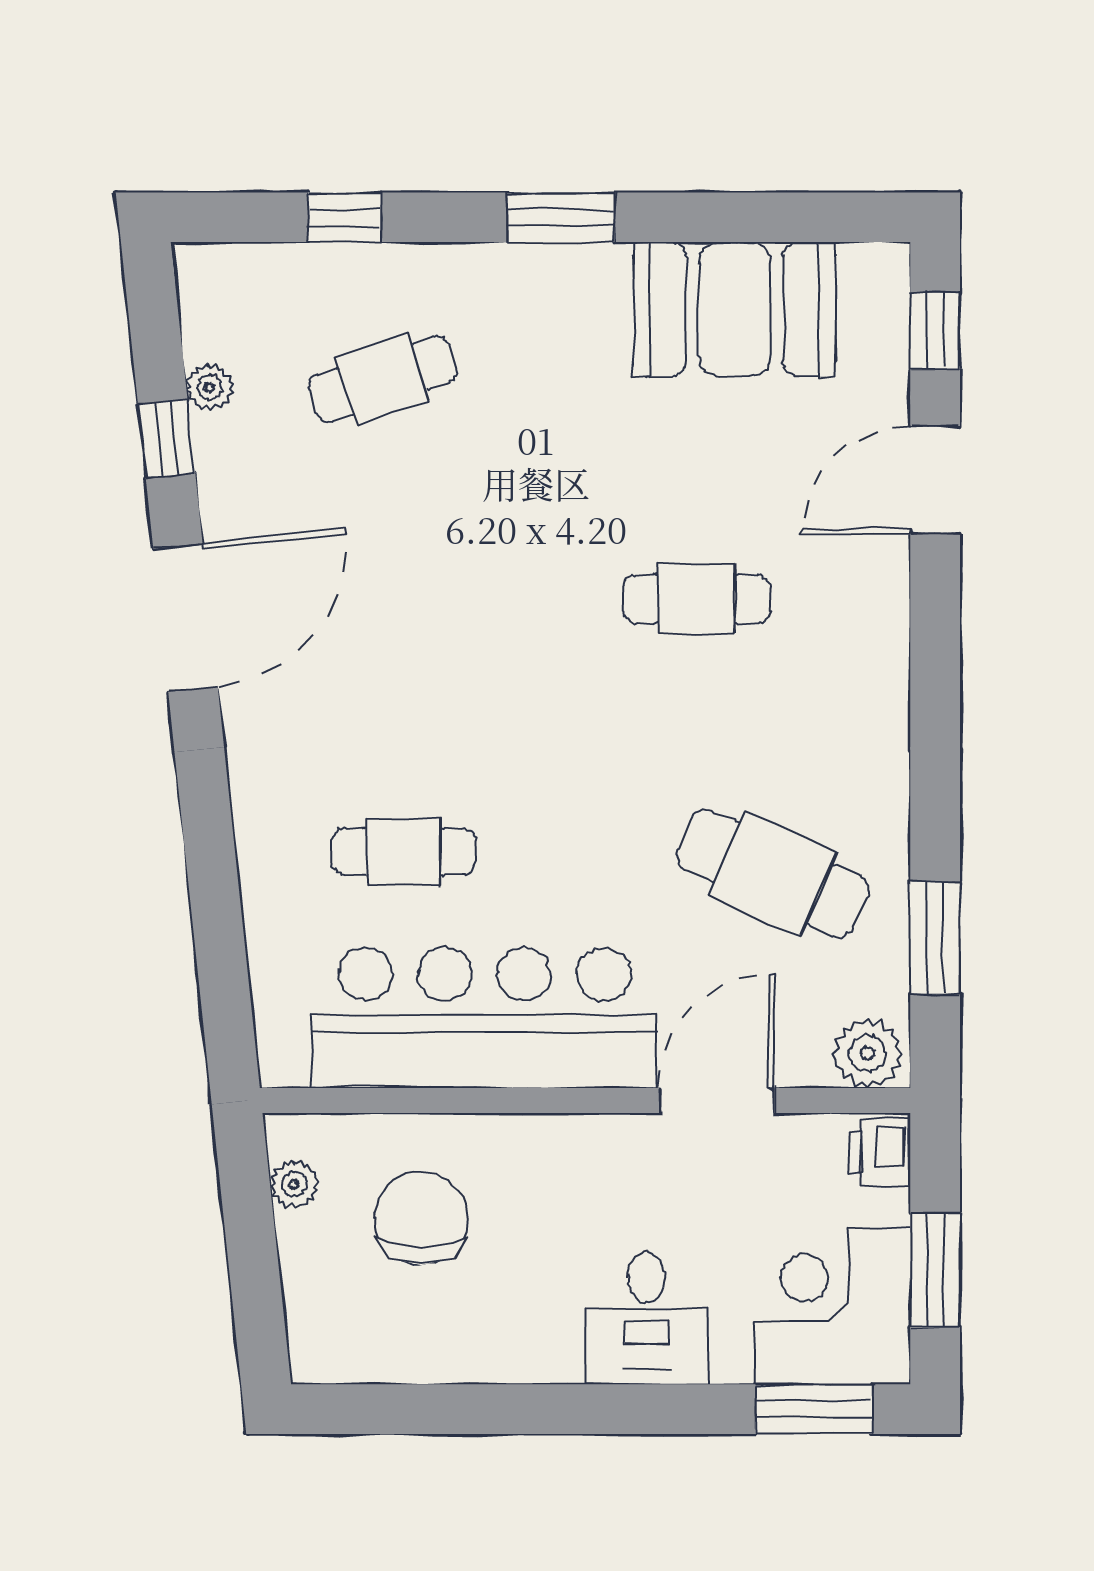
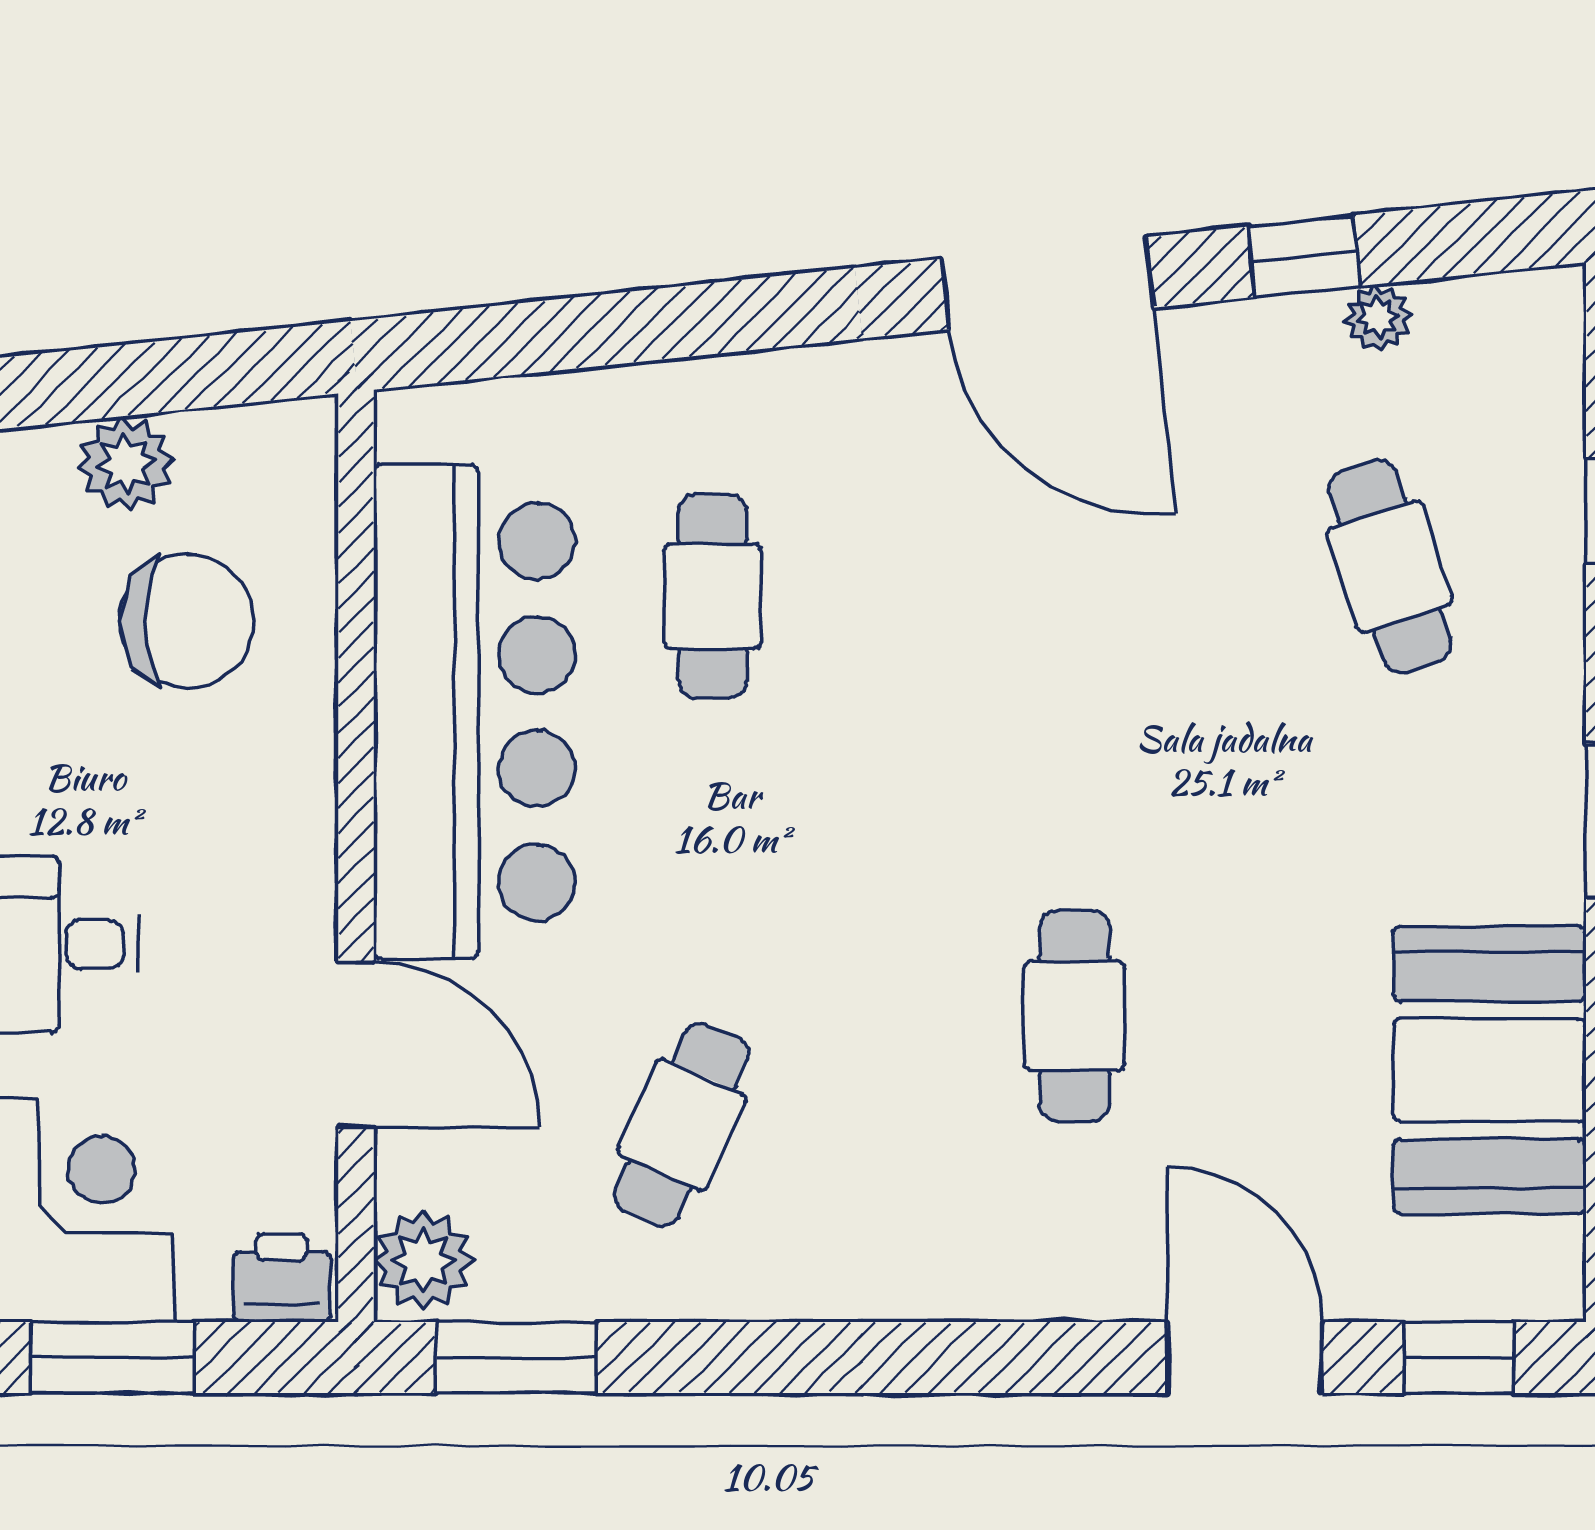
cafe table: (773, 873) -> (681, 1125), width x0.73, depth x0.74
window: (935, 938) -> (516, 1358), moved
plant: (294, 1184) -> (126, 464), moved, width x1.38, depth x1.38

